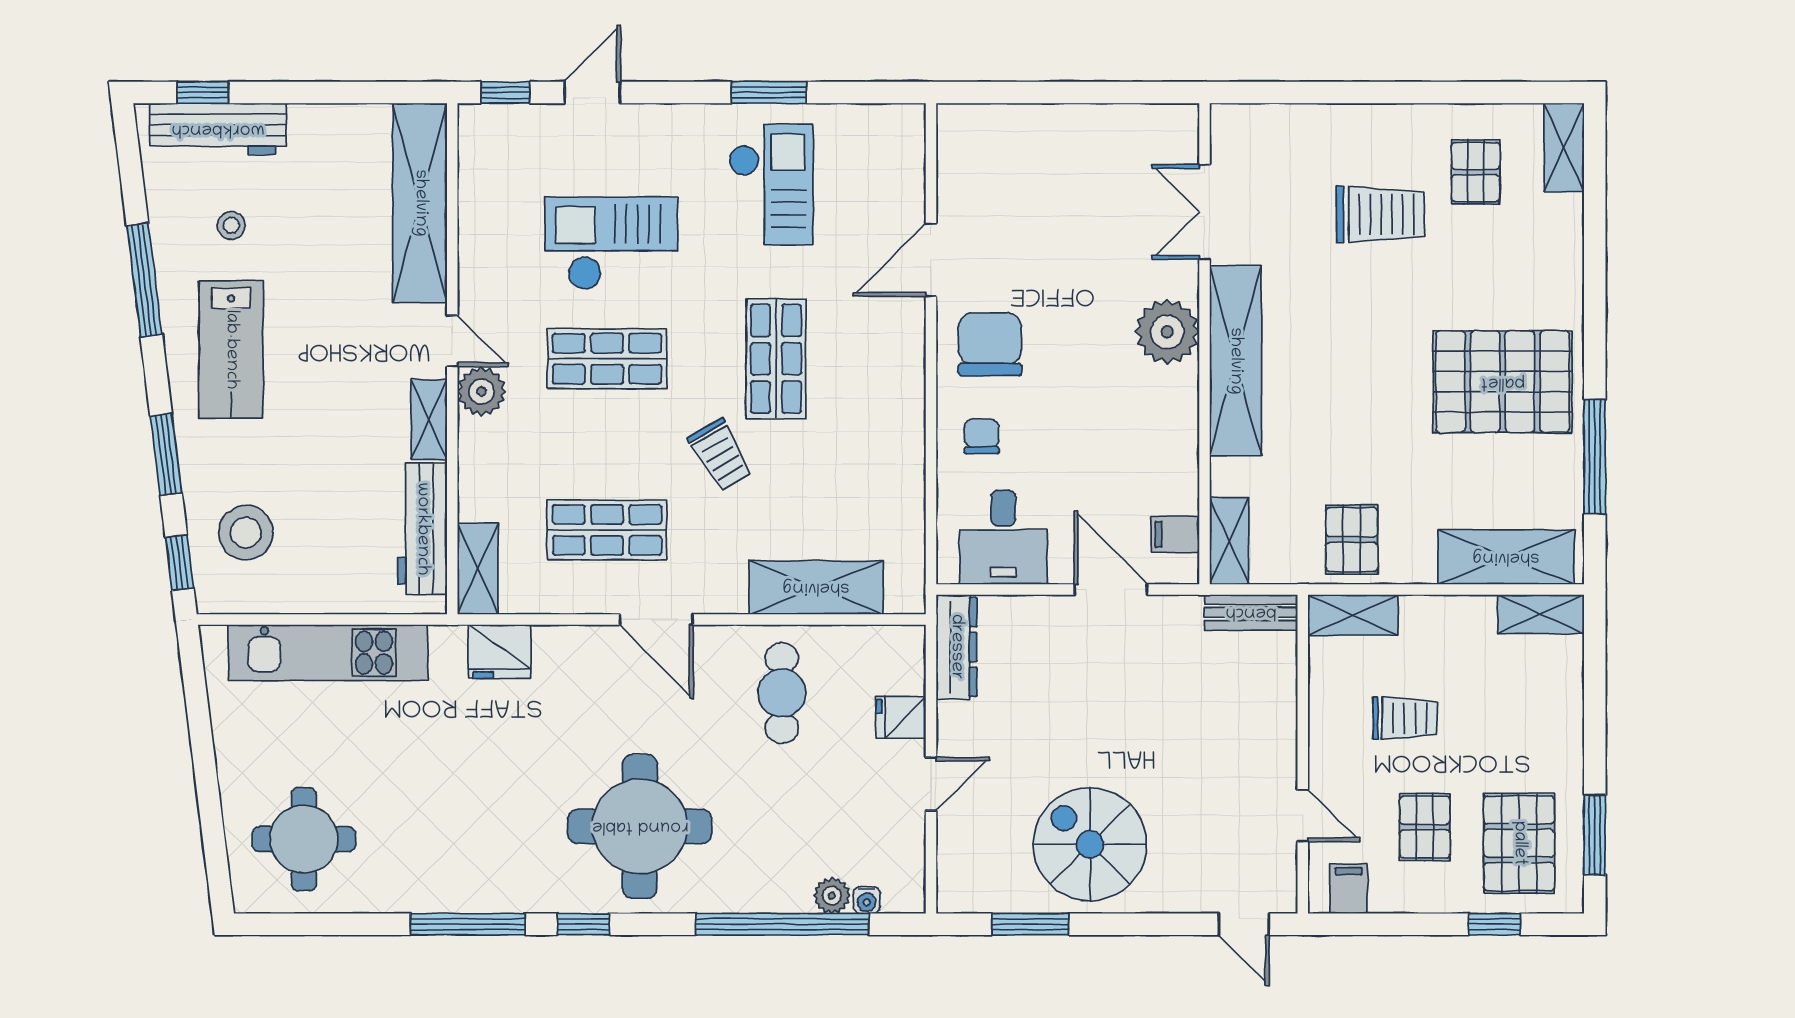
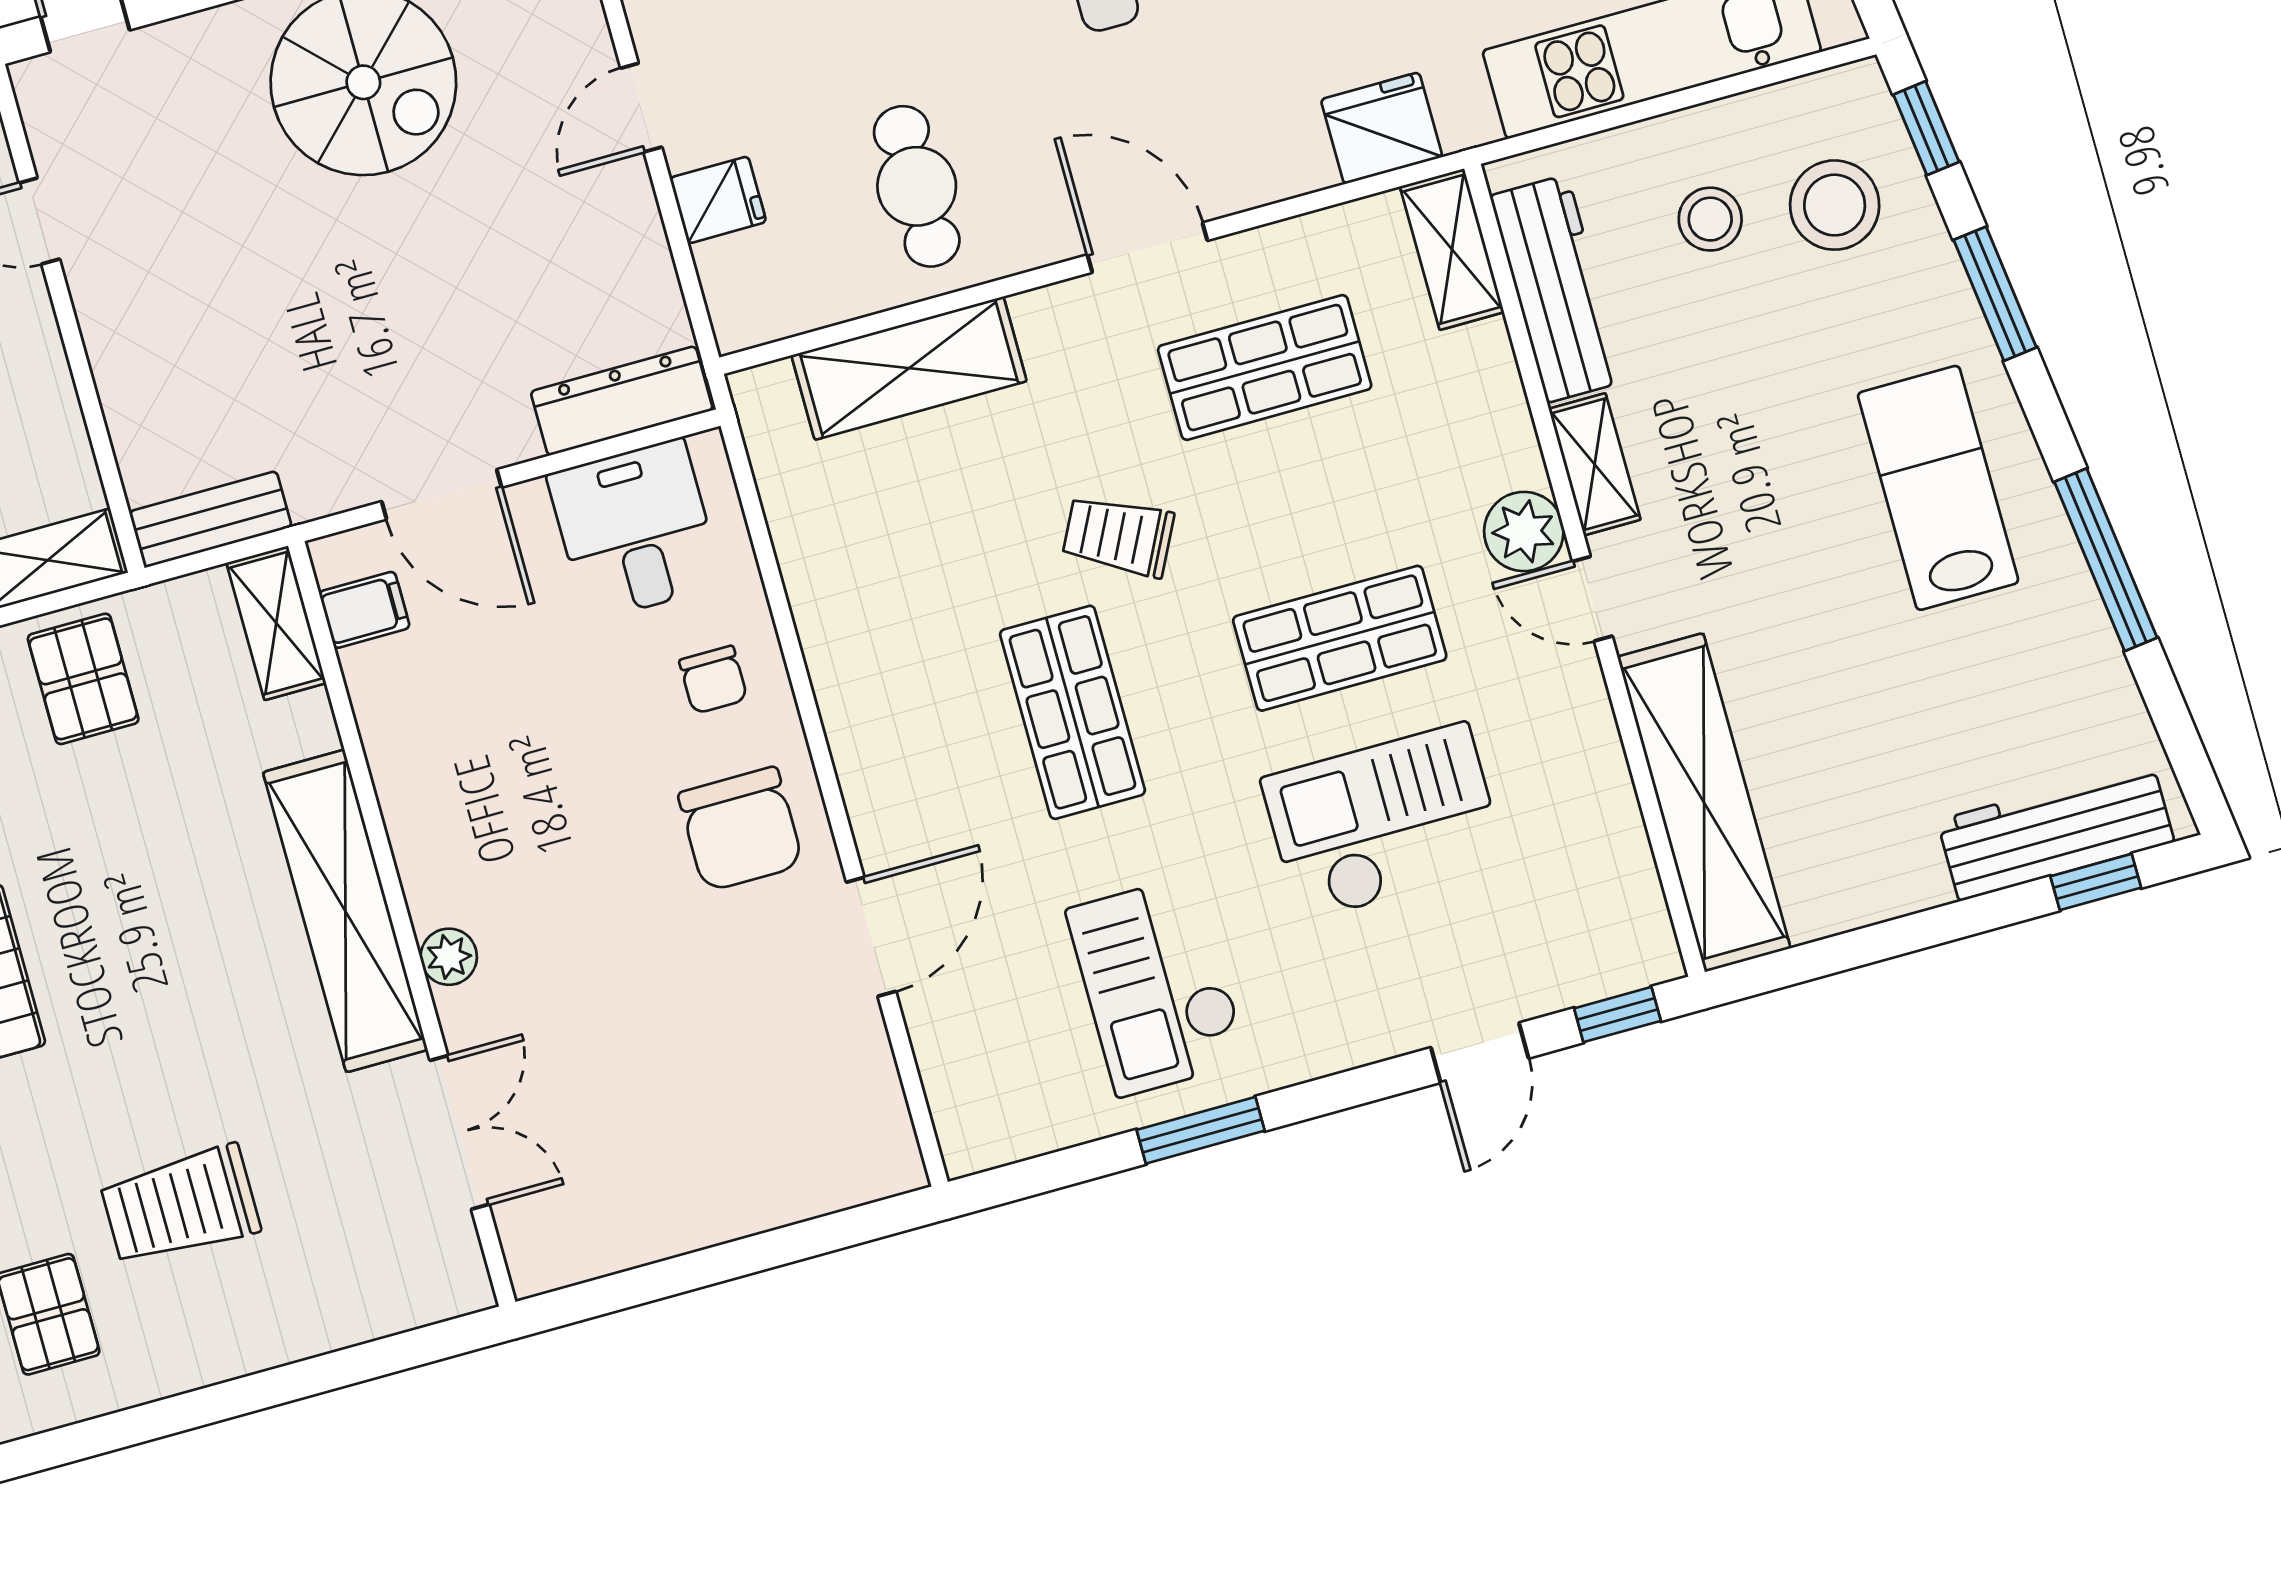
stool: (231, 225) -> (1710, 219), moved, width x1.37, depth x1.37
checkout: (611, 243) -> (1384, 822), turned 180
plant: (1167, 332) -> (449, 957), width x0.53, depth x0.53
trolley: (720, 455) -> (1118, 536), turned -33
dresser: (956, 647) -> (622, 401), moved, turned 90

